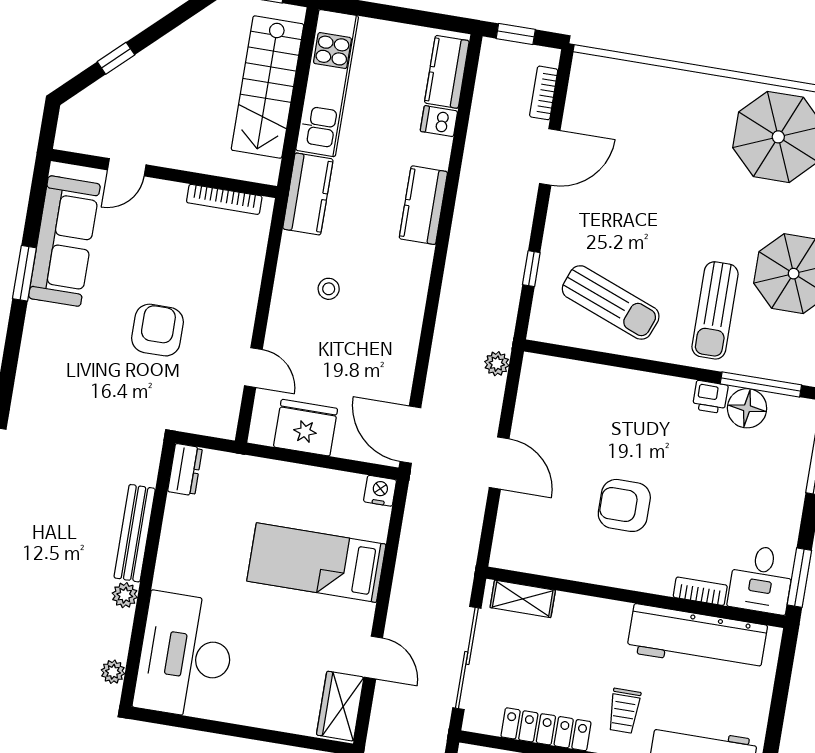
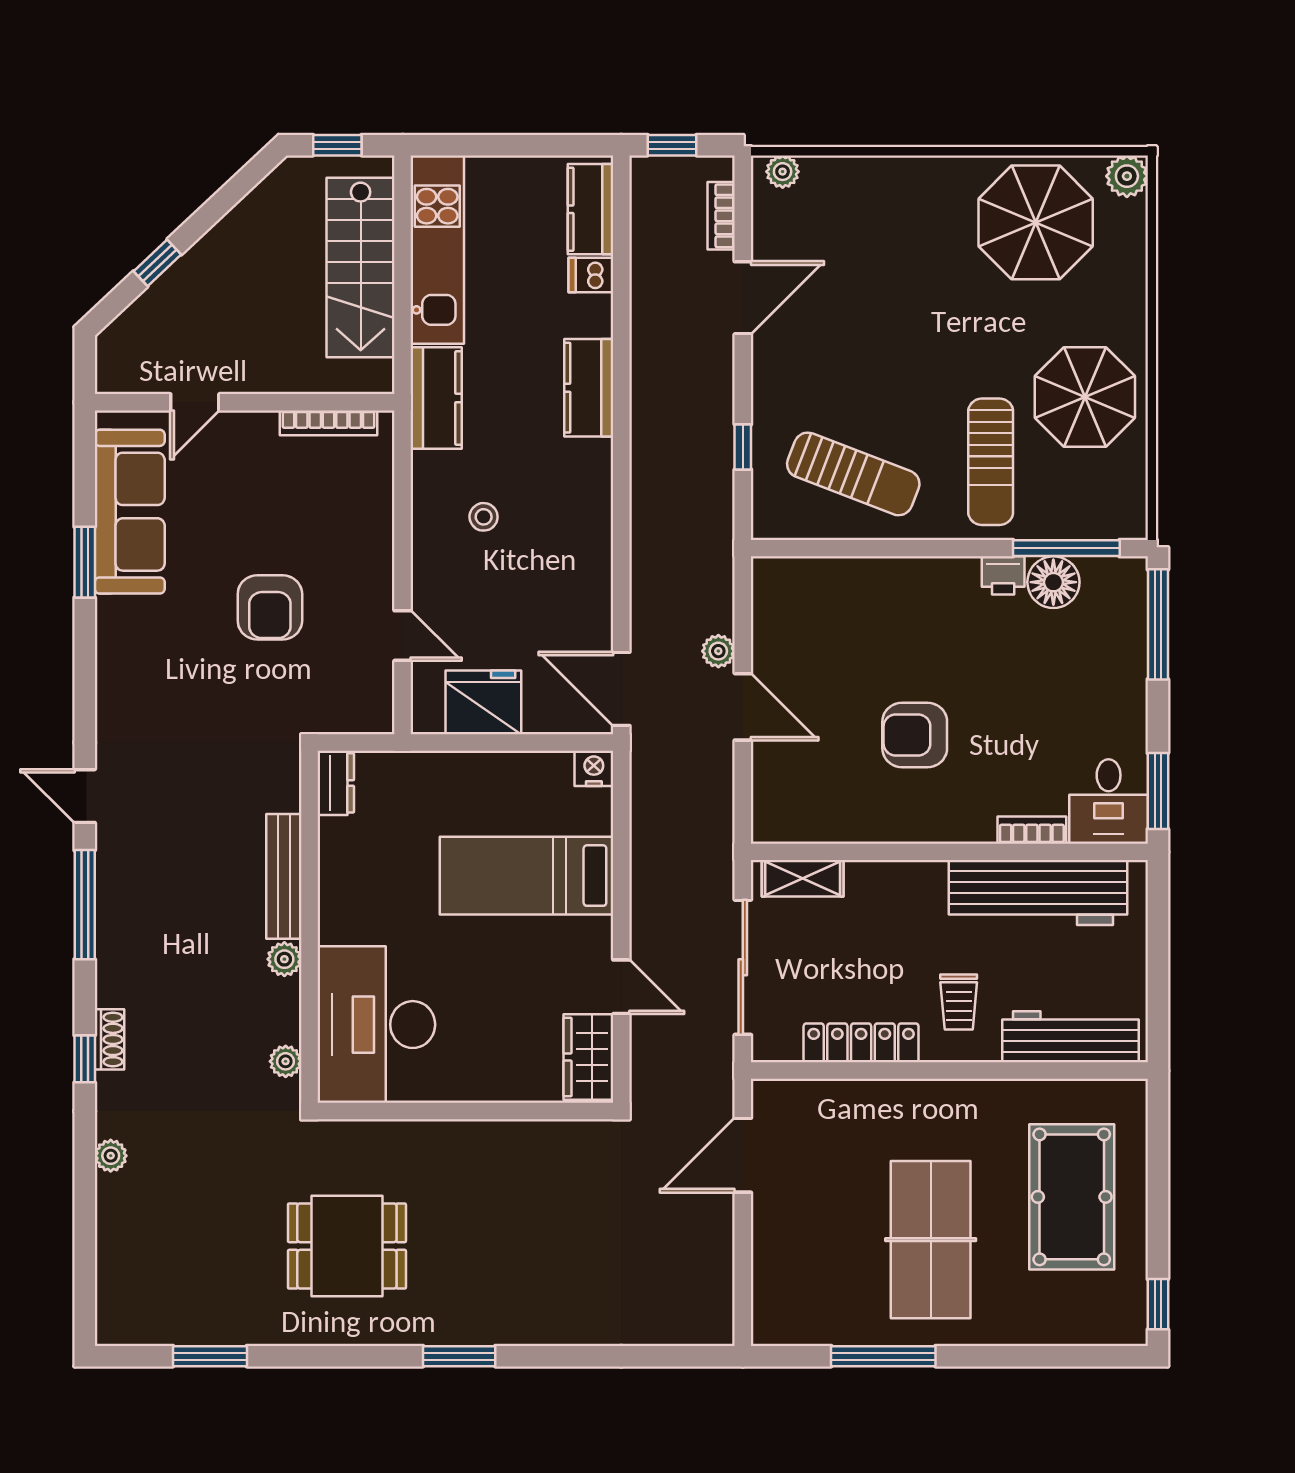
plant: (595, 67) -> (783, 172), added
armchair: (158, 330) -> (270, 607), turned 180
plant: (497, 364) -> (718, 651), moved

